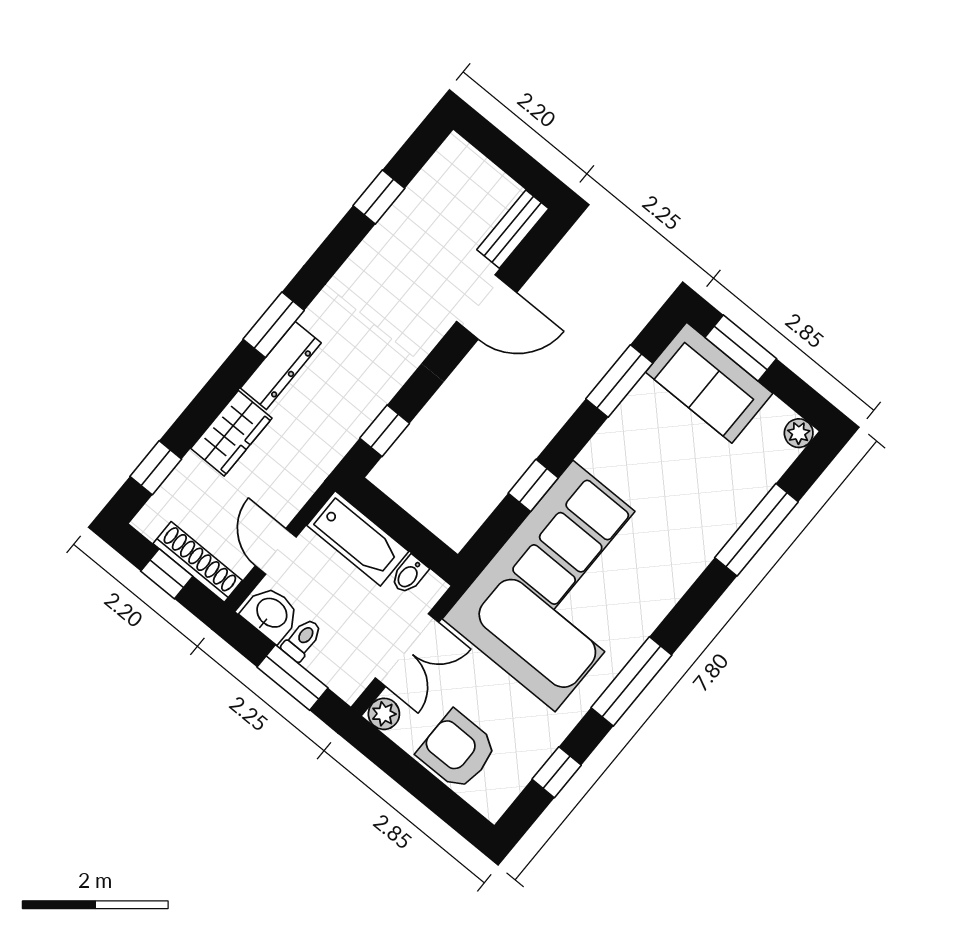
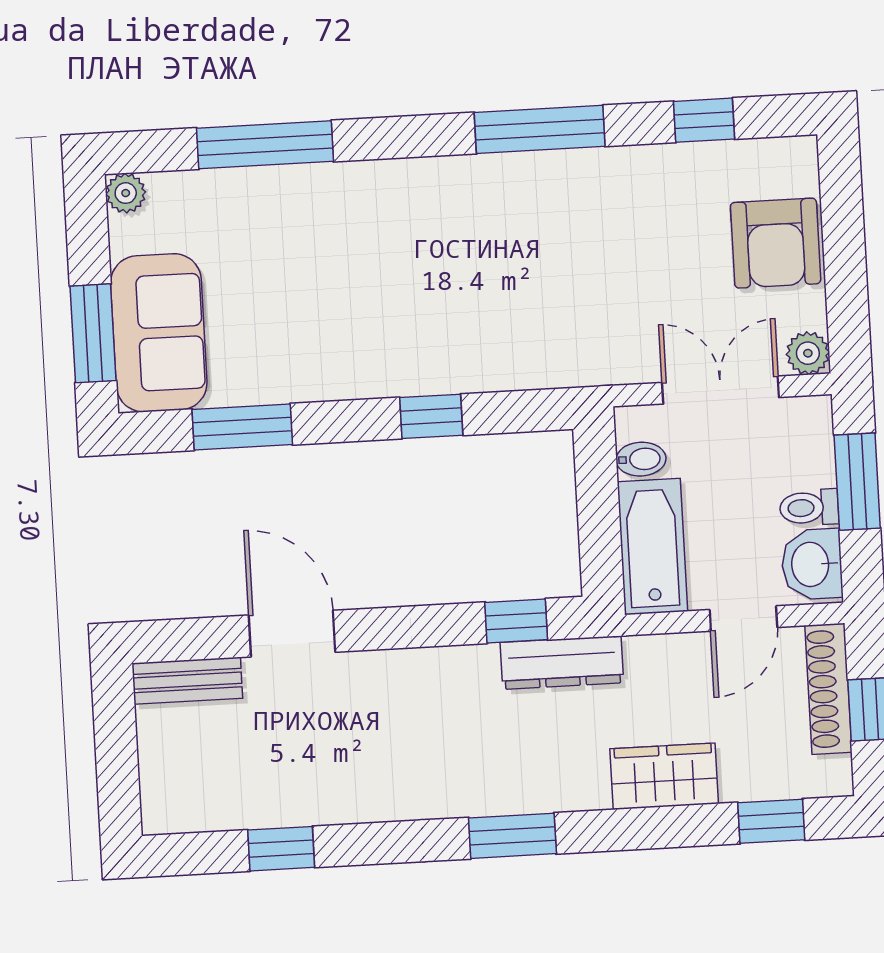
dresser: (281, 366) -> (562, 663), moved, turned 180
corner sofa: (564, 586) -> (506, 289), removed

